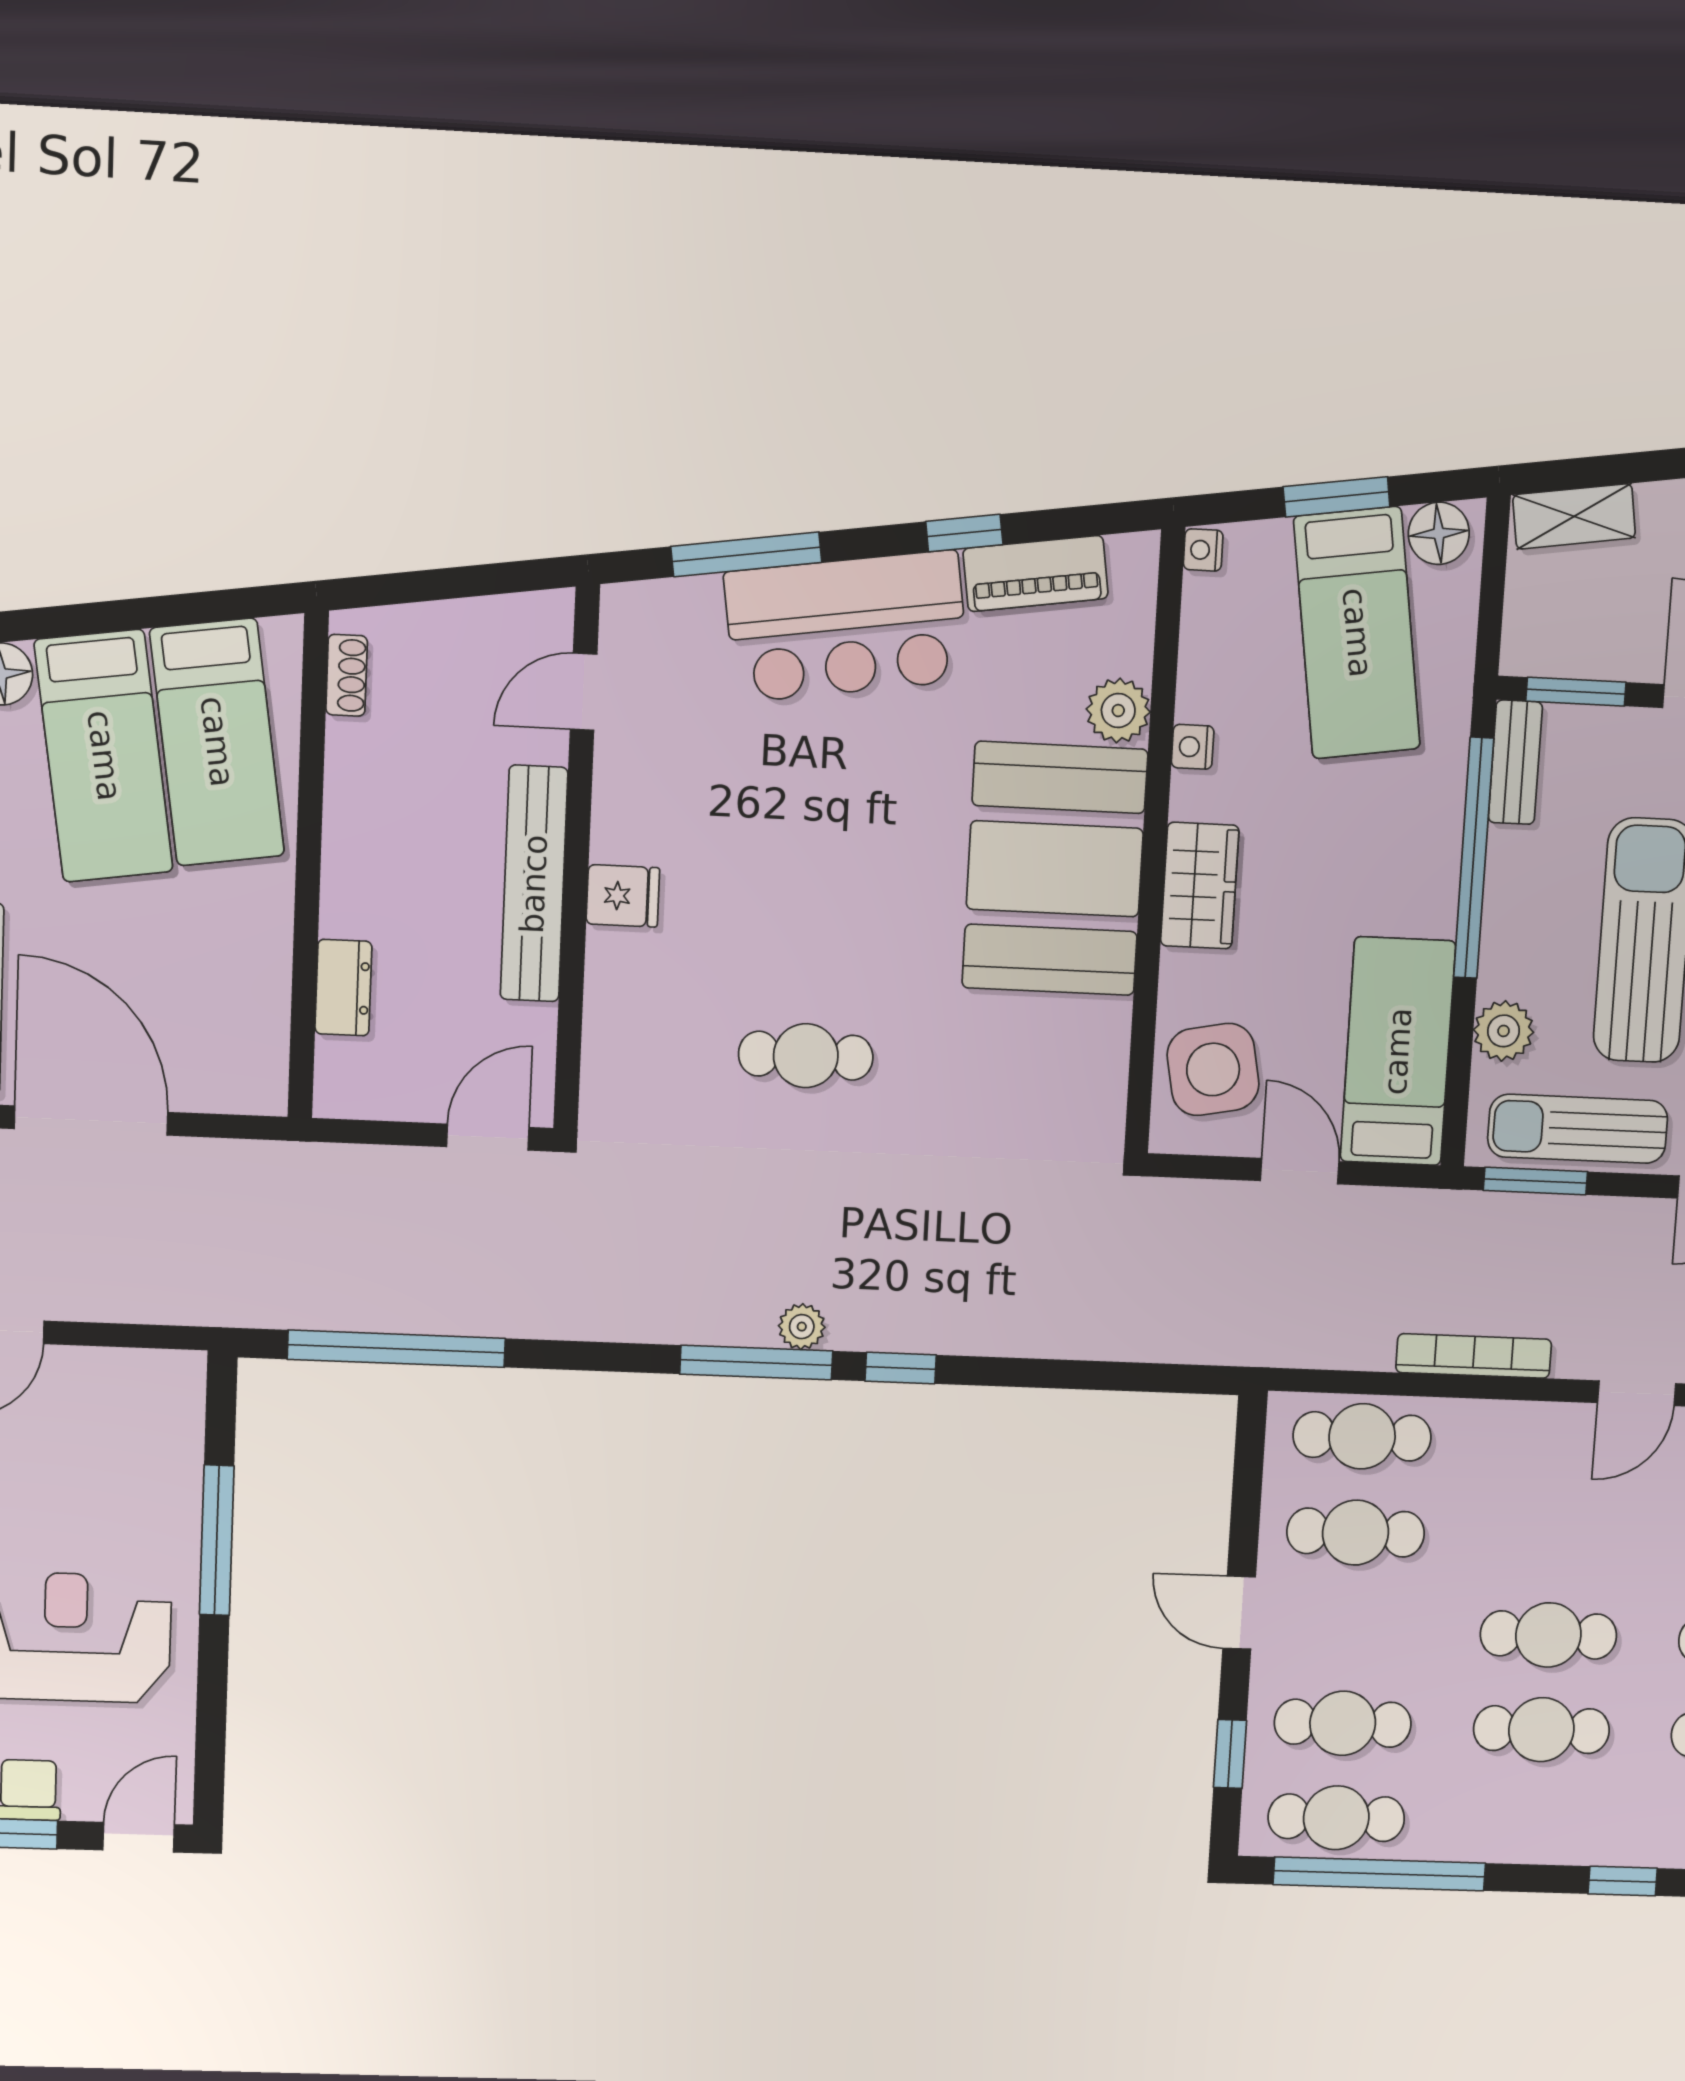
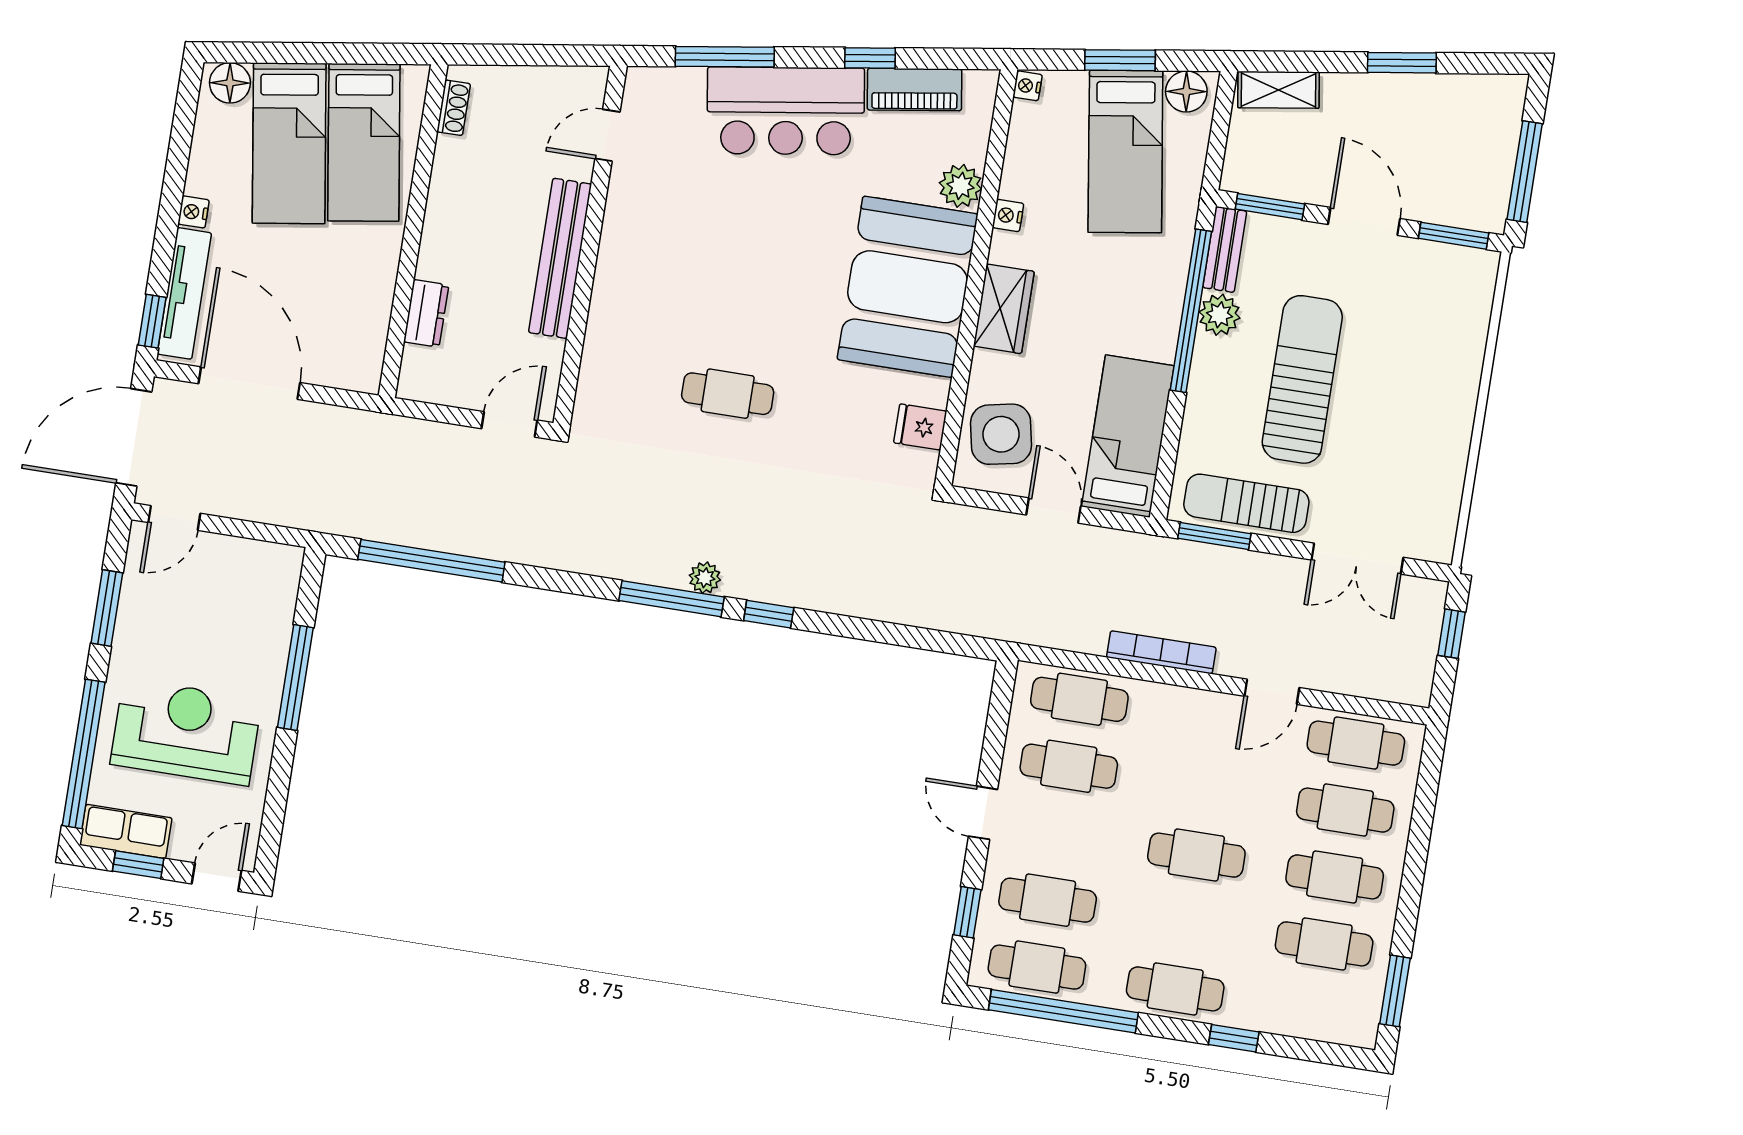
fridge: (623, 896) -> (920, 427), moved, turned 180
plant: (1504, 1031) -> (1220, 315), moved
cafe table: (1541, 1730) -> (1175, 989), moved

